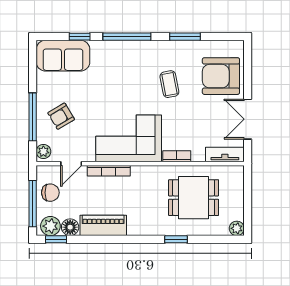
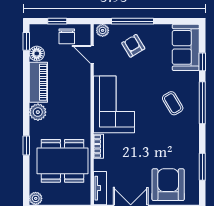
window: (185, 37) -> (202, 167), moved
coffee table: (169, 84) -> (173, 103), moved, turned 70
bookcase: (109, 171) -> (86, 87), removed
dining table: (194, 198) -> (62, 161), width x1.38
window: (33, 204) -> (57, 21), width x0.46
plant: (50, 226) -> (38, 112), moved

